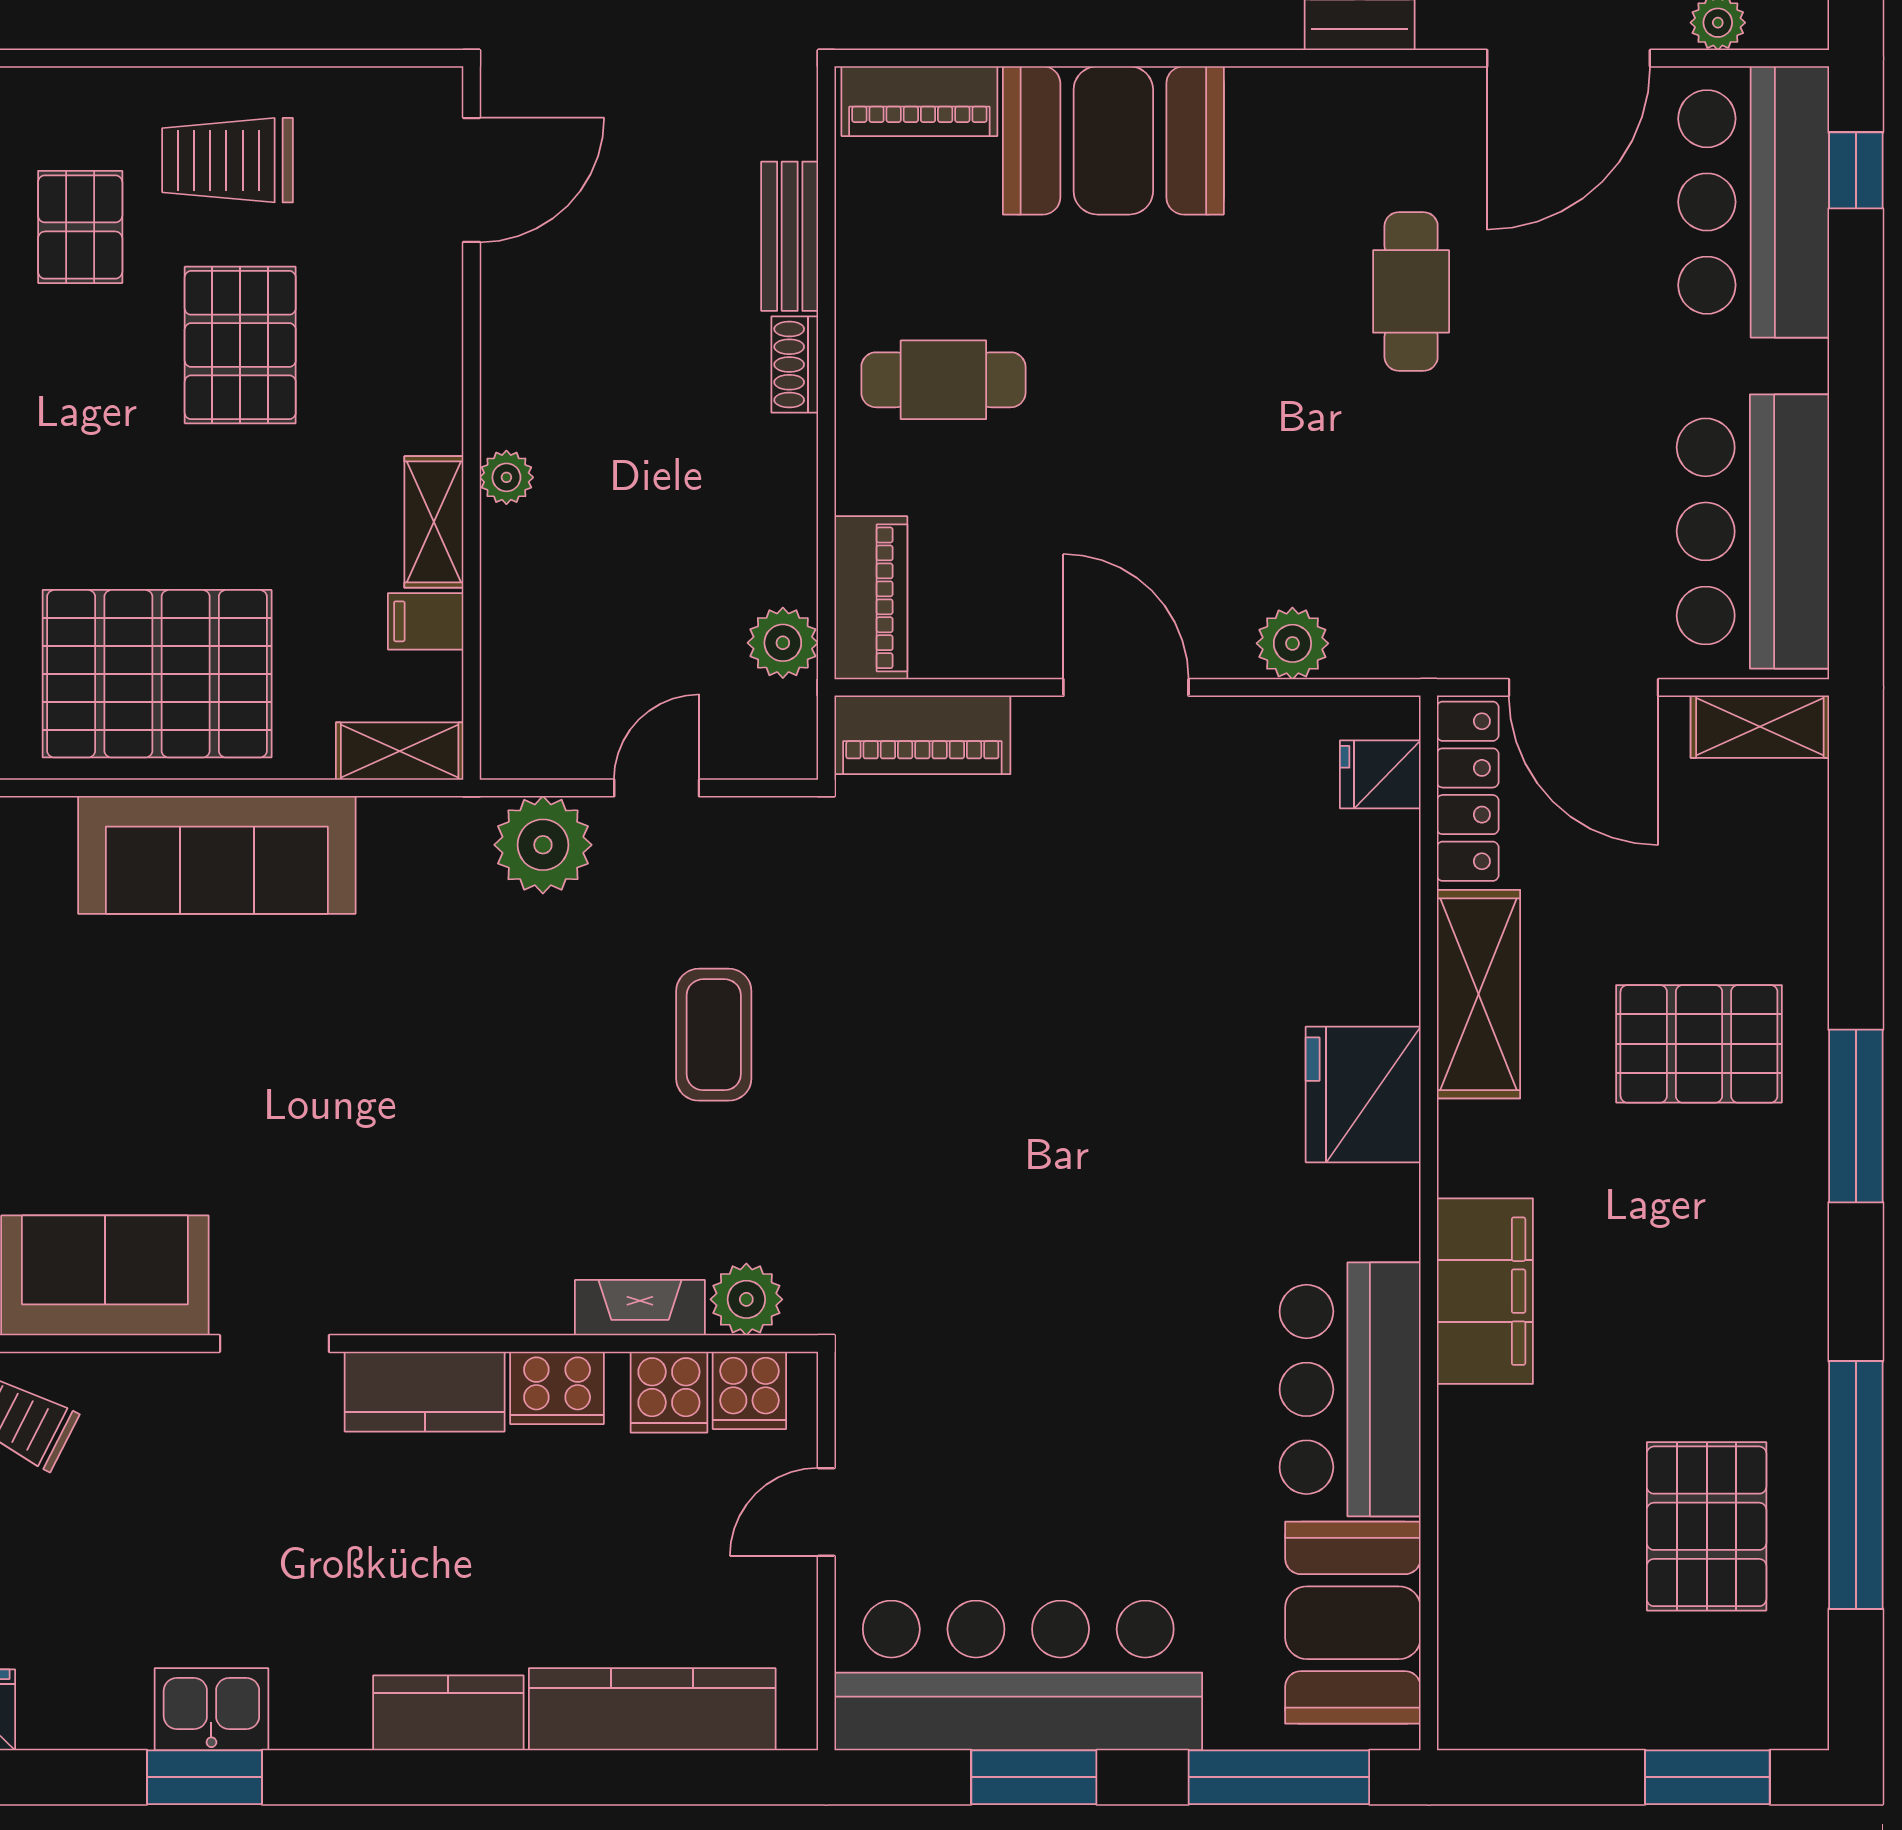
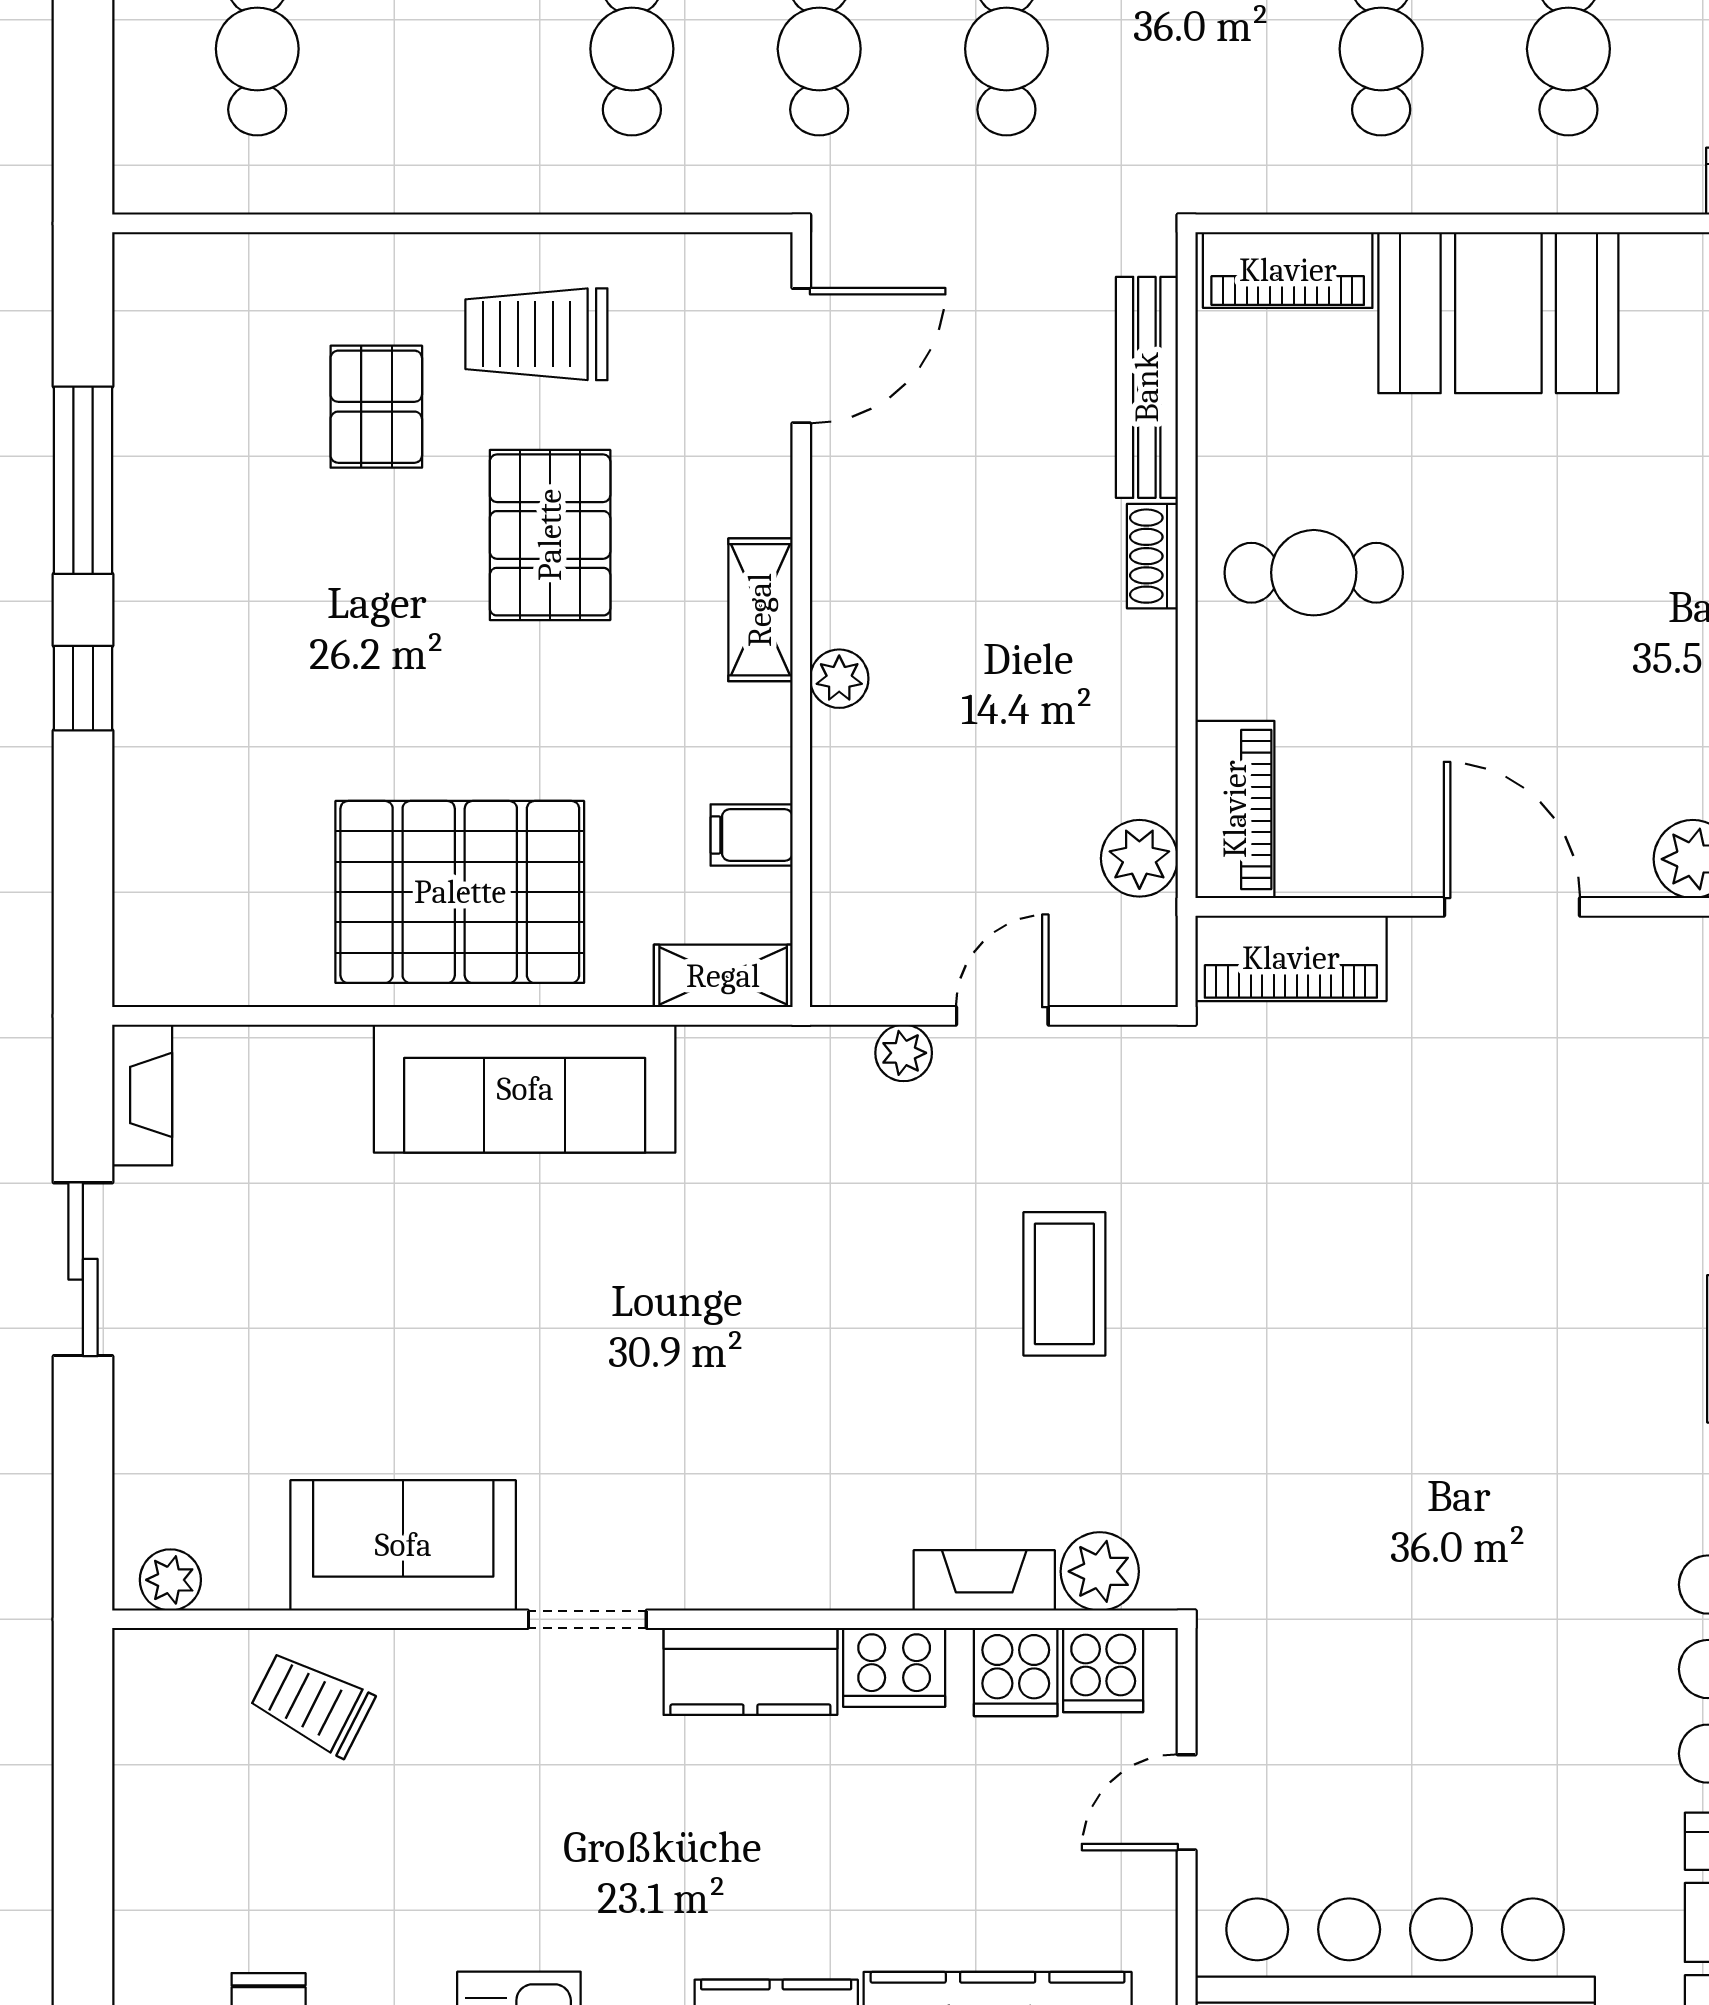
bench: (790, 236) -> (1147, 387), width x1.36
shelving: (434, 522) -> (760, 610), moved
plant: (543, 845) -> (904, 1053), width x0.53, depth x0.53

